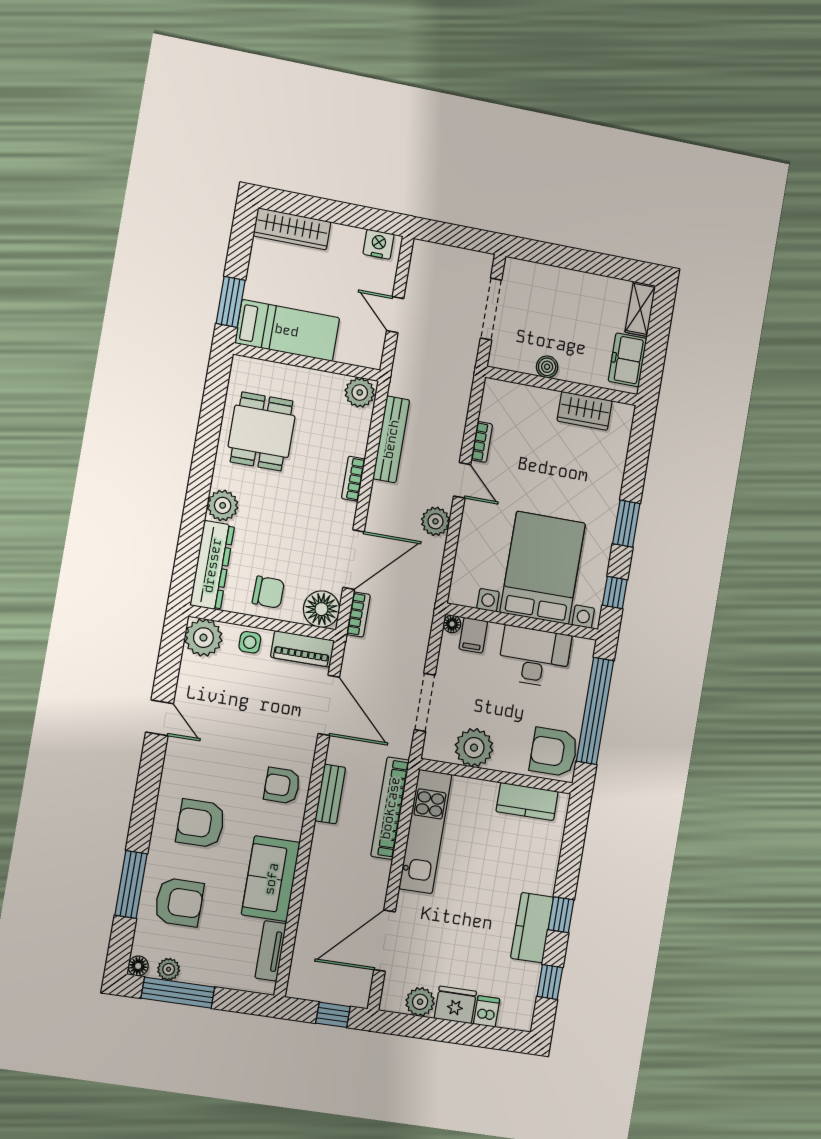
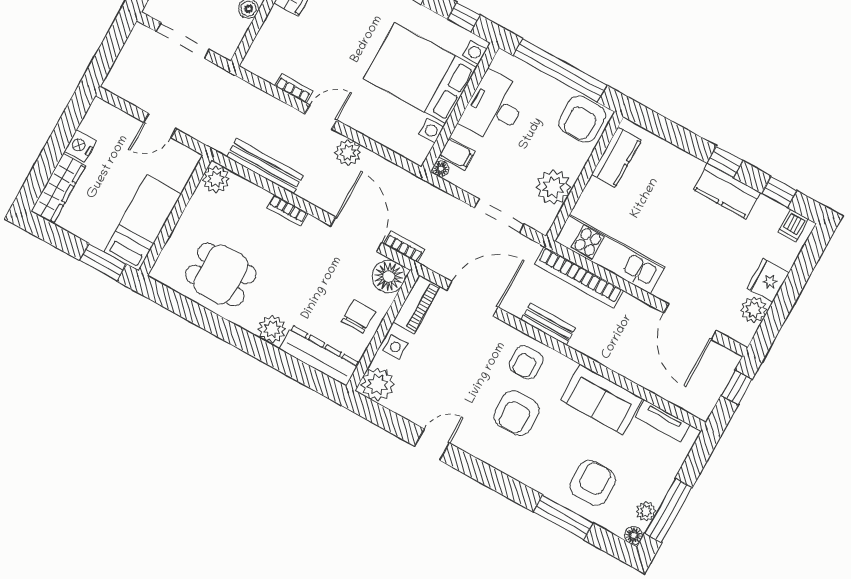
nightstand: (379, 244) -> (80, 146), moved
armchair: (201, 823) -> (517, 413), moved
dishwasher: (487, 1011) -> (793, 226), moved, turned -90

